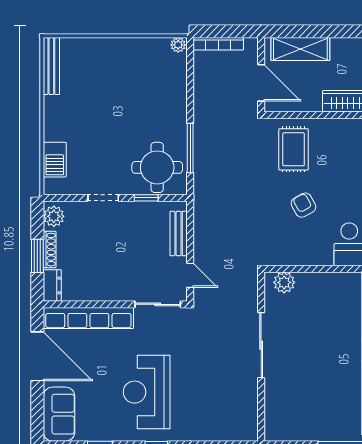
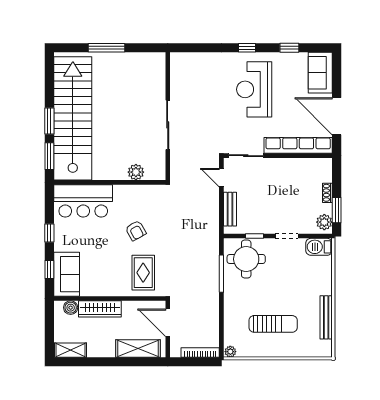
bench: (51, 66) -> (326, 317), moved
sun lounger: (122, 81) -> (273, 324), added
barbecue: (55, 160) -> (319, 247), moved, turned -90
shoe rack: (50, 250) -> (327, 193), width x0.70
window: (37, 256) -> (337, 210), moved
plant: (284, 282) -> (136, 172), moved
dresser: (52, 285) -> (325, 170), removed
reception desk: (147, 392) -> (254, 89), turned 180

